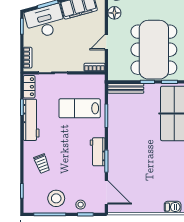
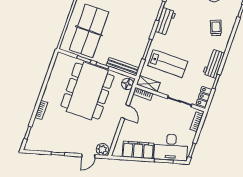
floor lamp: (114, 13) -> (127, 84), moved
door: (106, 42) -> (125, 112), hinge flipped
shelving: (93, 80) -> (148, 84), added
workbench: (31, 120) -> (214, 63), width x0.73

